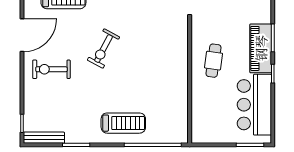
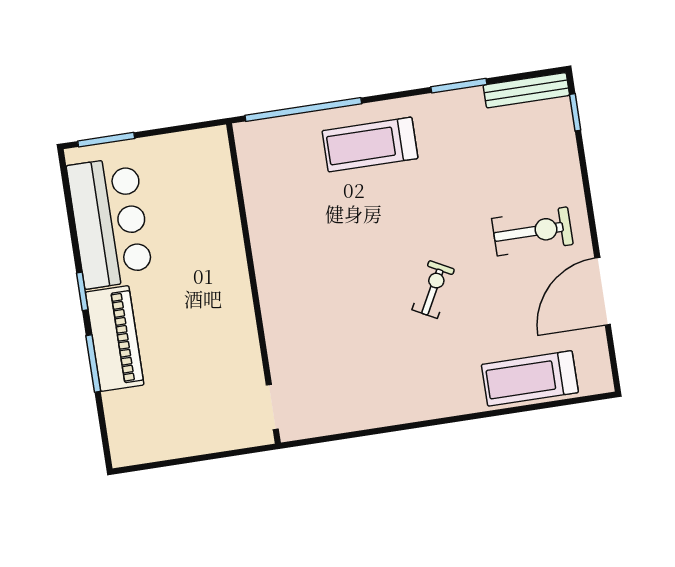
exercise bike: (103, 49) -> (433, 289), width x0.73, depth x0.72
cafe table: (214, 61) -> (206, 299), removed

